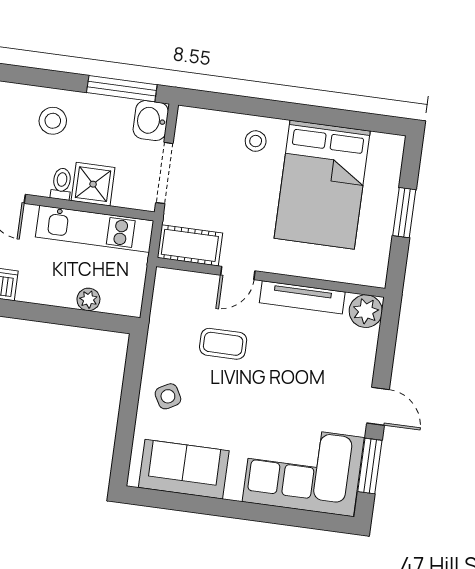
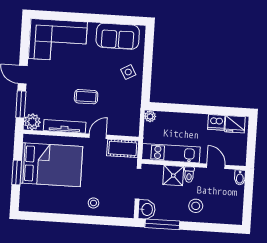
bed: (322, 185) -> (51, 165), moved, turned 90
plant: (88, 299) -> (150, 116), moved
coffee table: (223, 344) -> (86, 97), moved
window: (370, 466) -> (21, 104), moved

